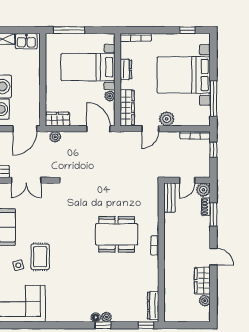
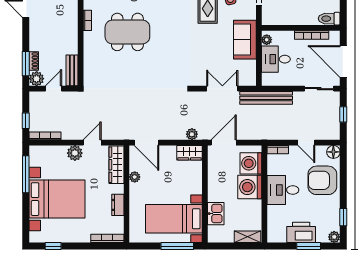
kitchen sink: (26, 41) -> (216, 214), moved, turned 90
bed with nightstands: (88, 67) -> (174, 219), moved, turned 180
window: (213, 214) -> (26, 64), moved

